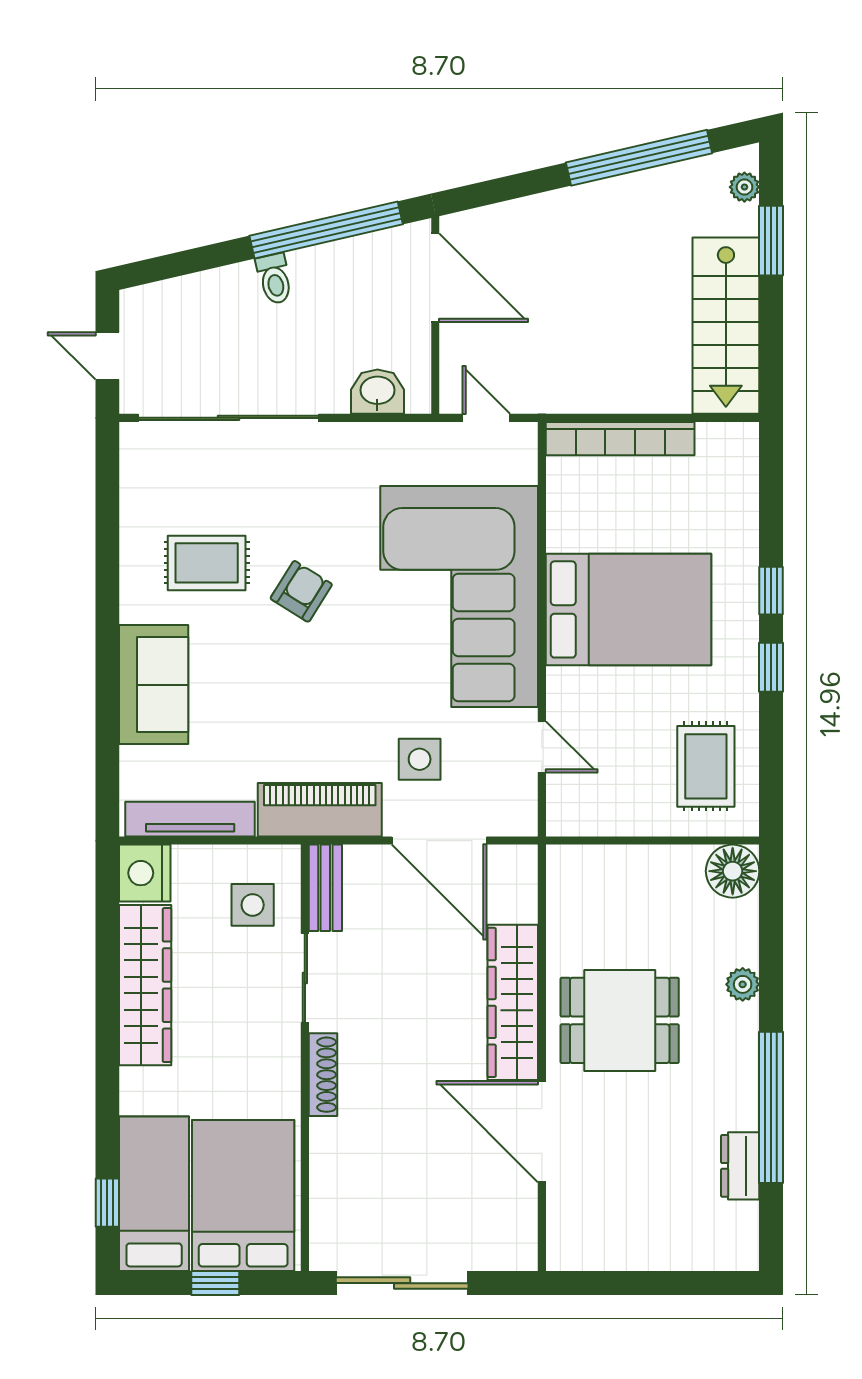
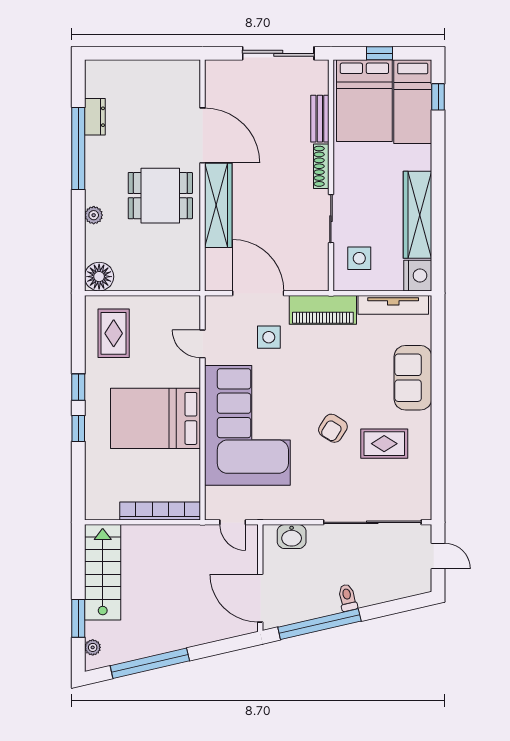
bench: (325, 888) -> (320, 119), moved

